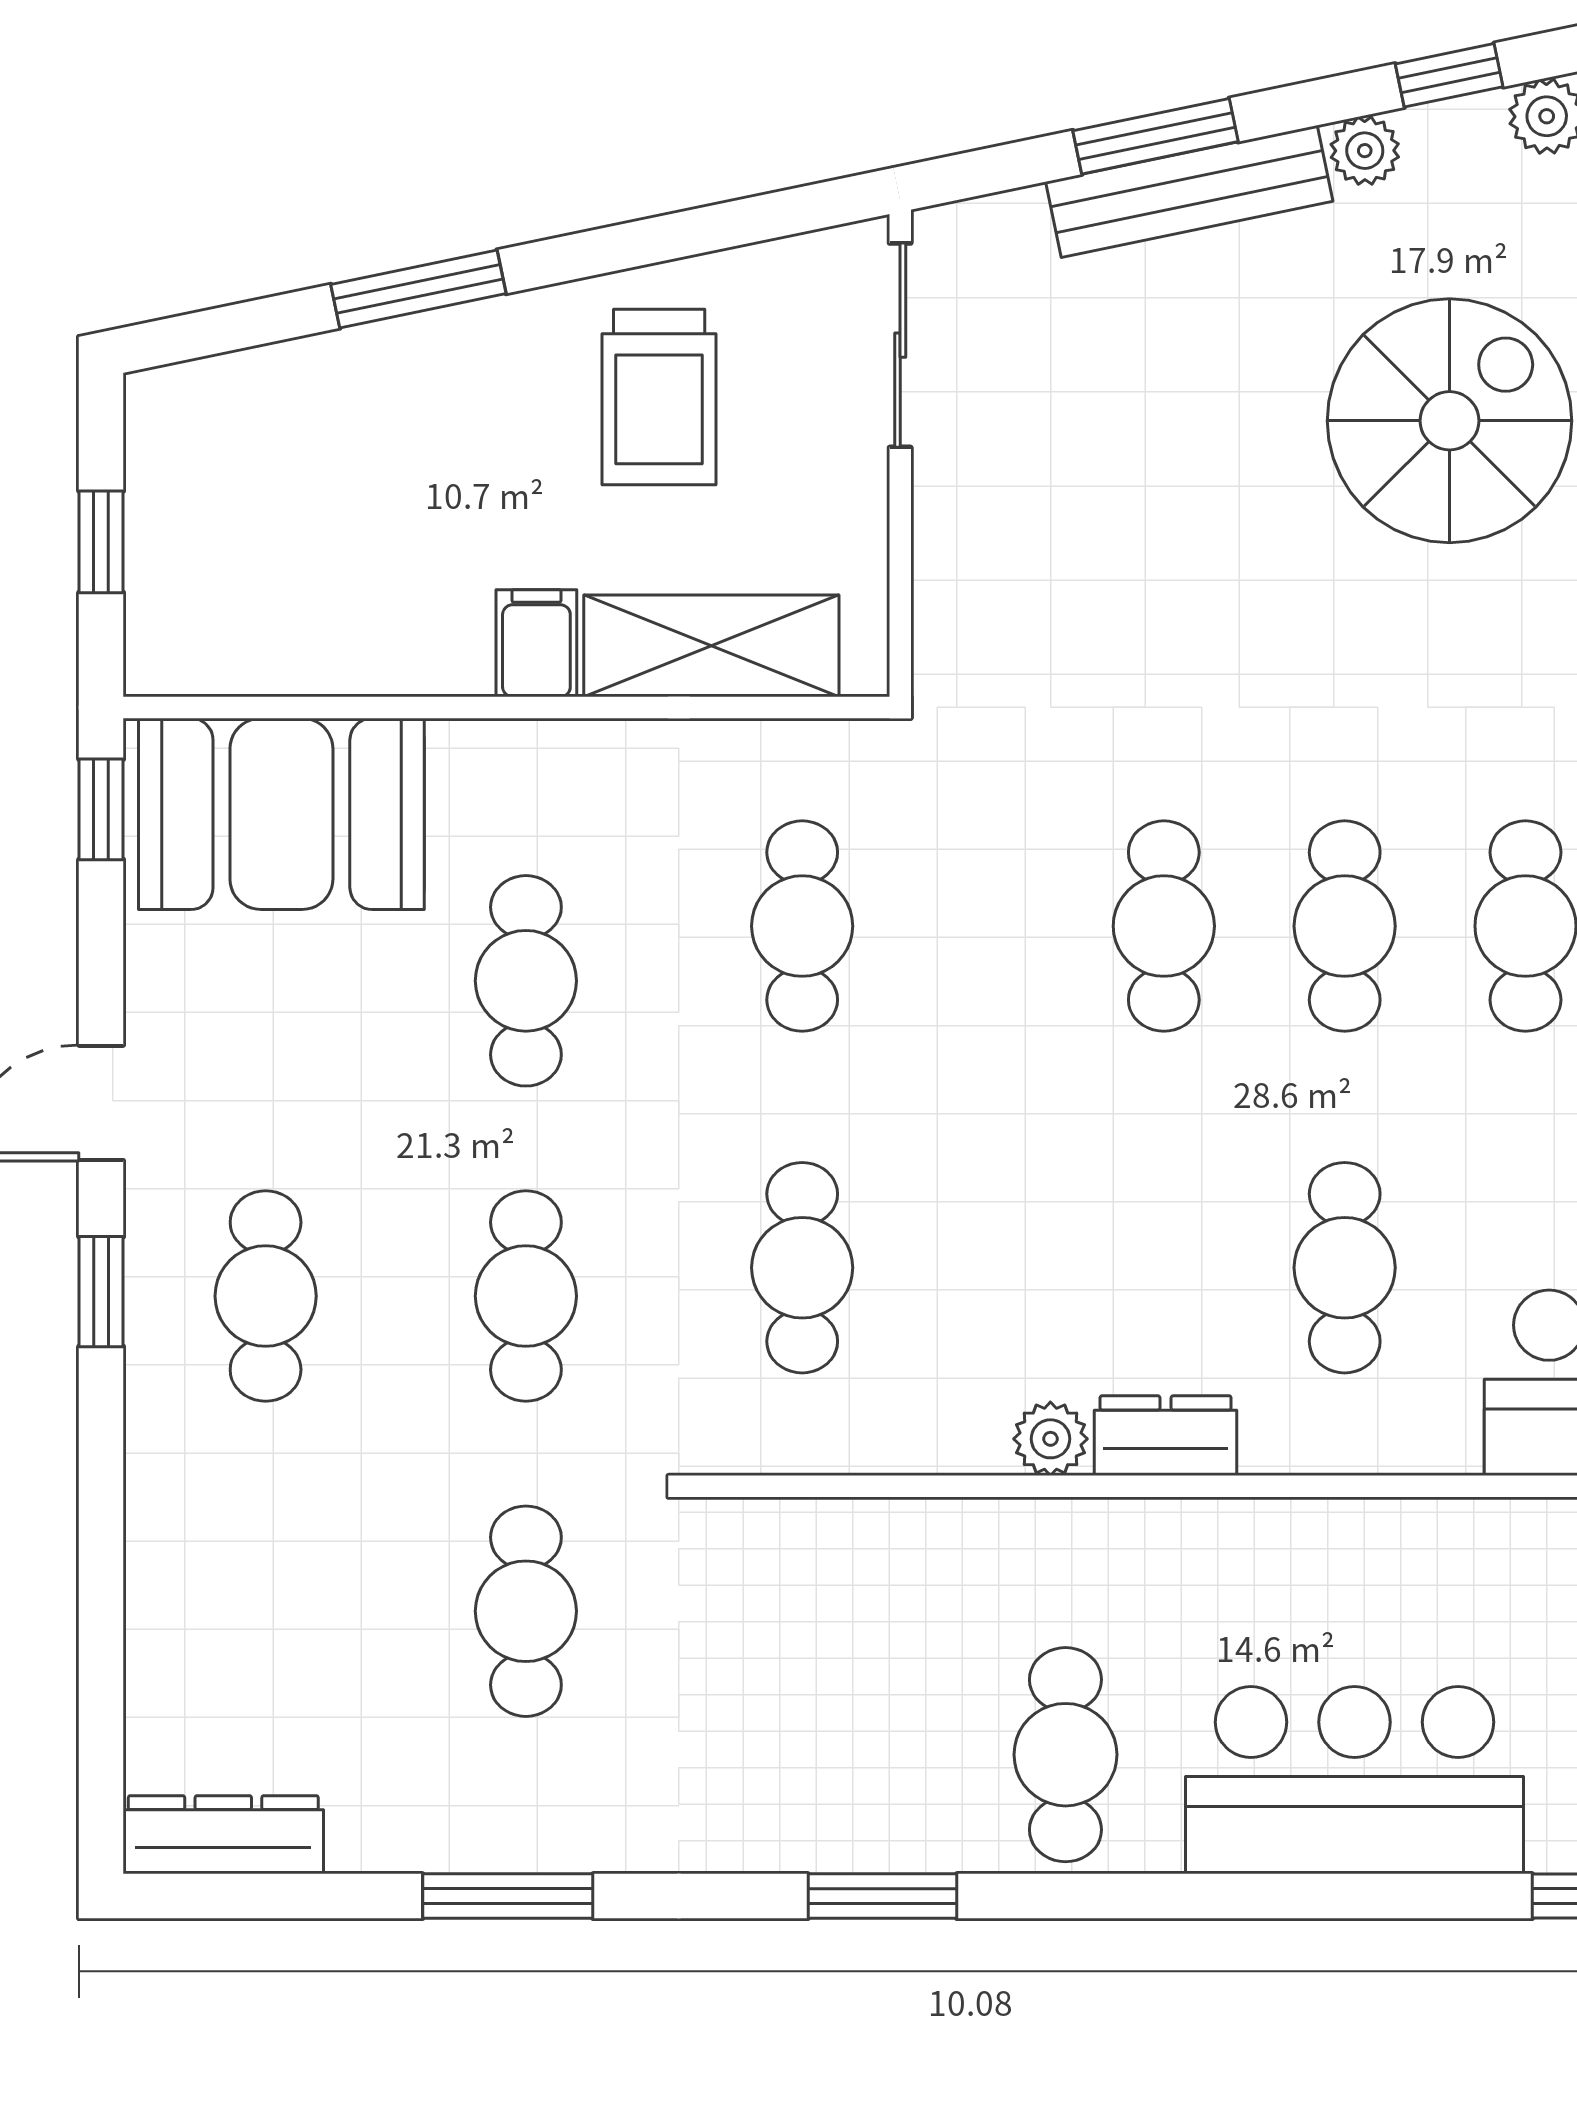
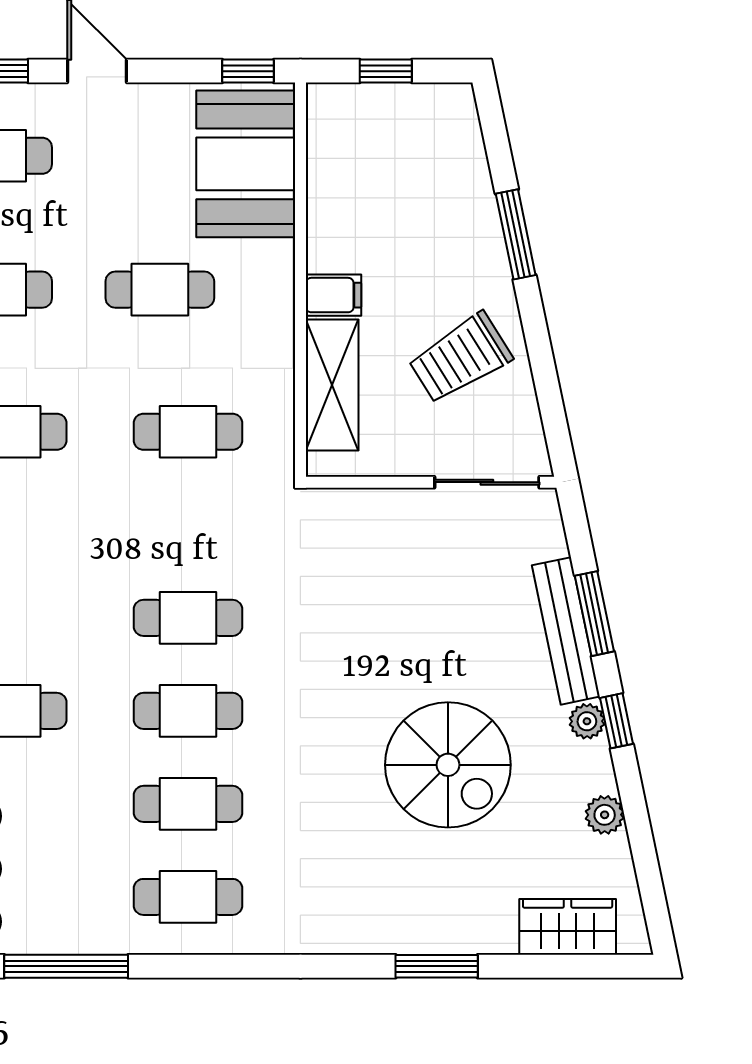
window: (1449, 75) -> (617, 721), moved
trolley: (659, 397) -> (460, 358), turned -32

